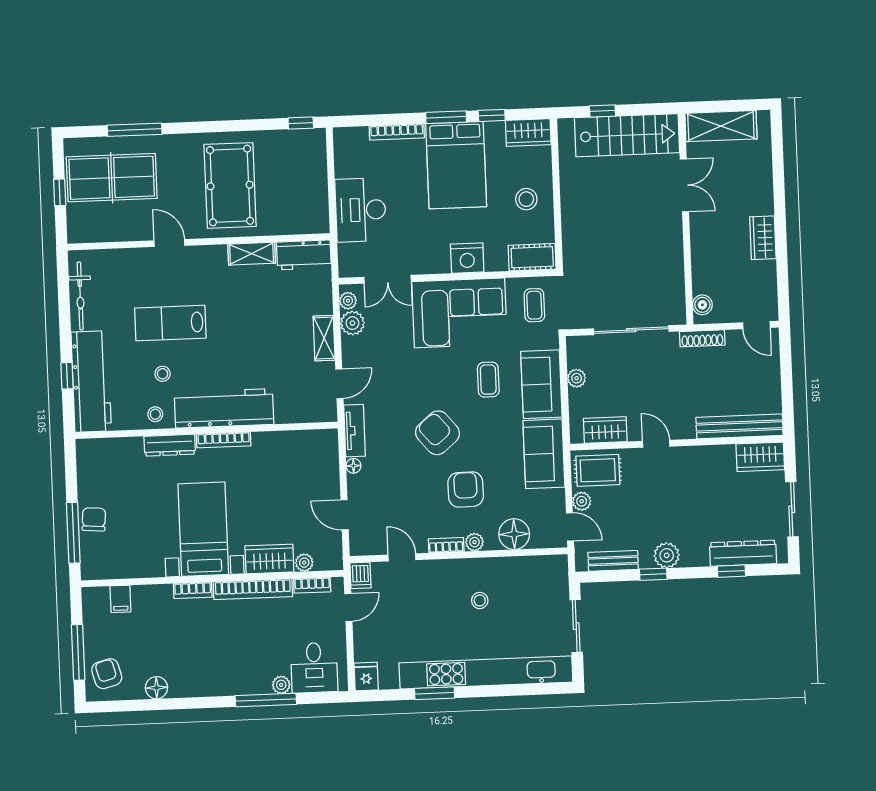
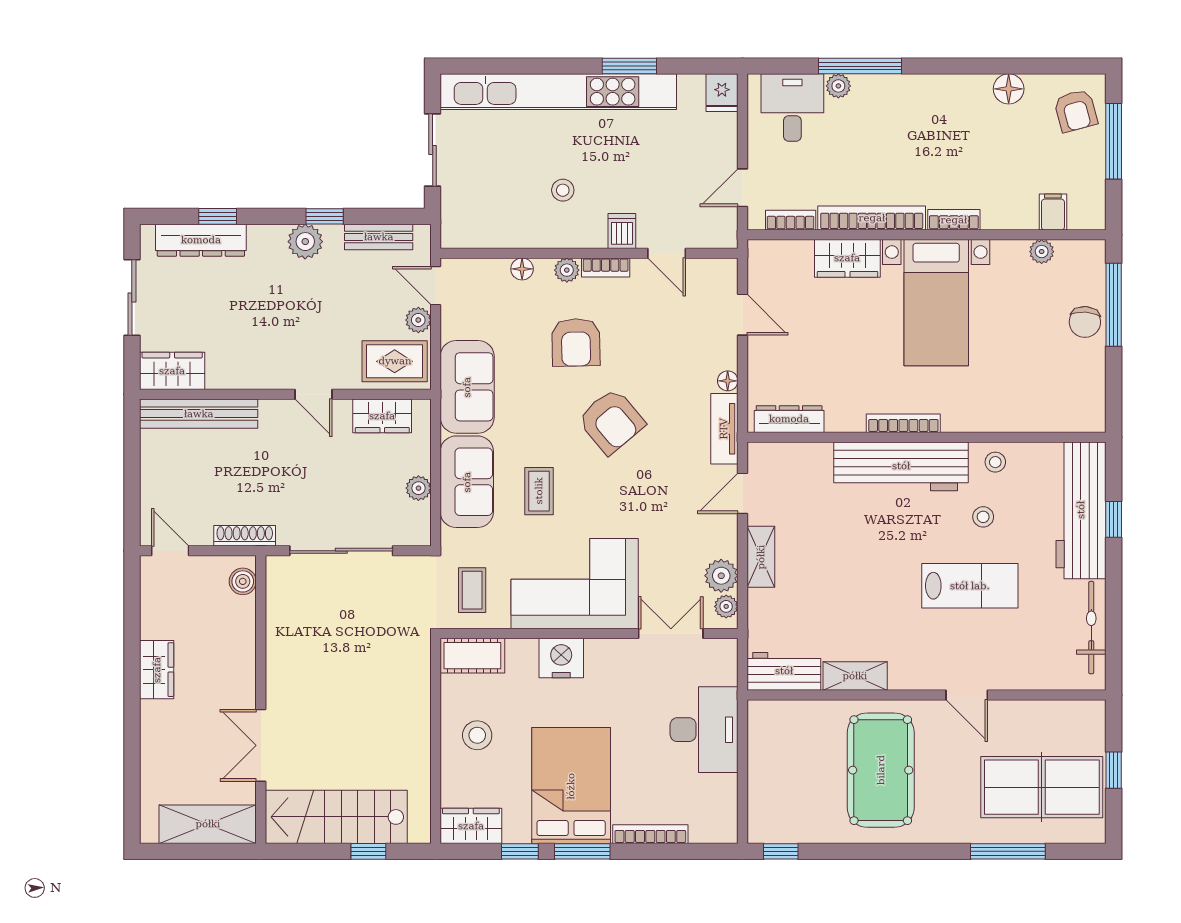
dresser: (170, 445) -> (789, 419), moved
floor lamp: (514, 534) -> (522, 269), width x0.53, depth x0.53
plant: (304, 563) -> (1042, 252), moved
dishwasher: (360, 575) -> (622, 231), moved

